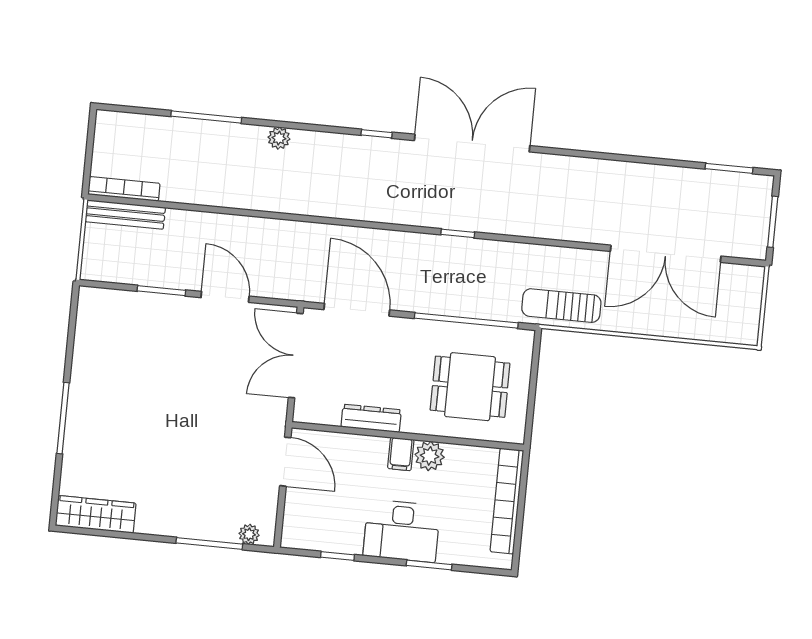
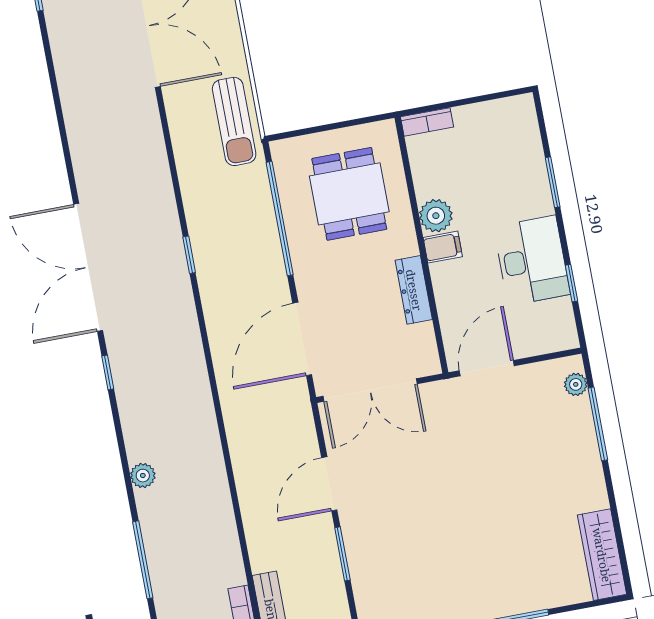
bookcase: (507, 501) -> (427, 122), width x0.43, depth x0.76
desk: (402, 531) -> (532, 260), moved

